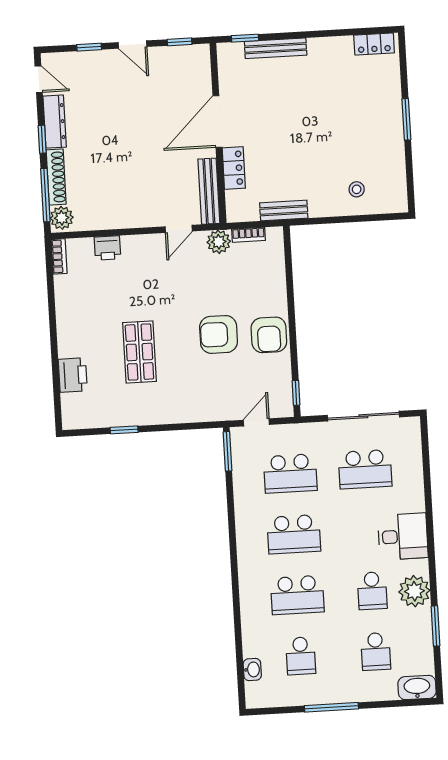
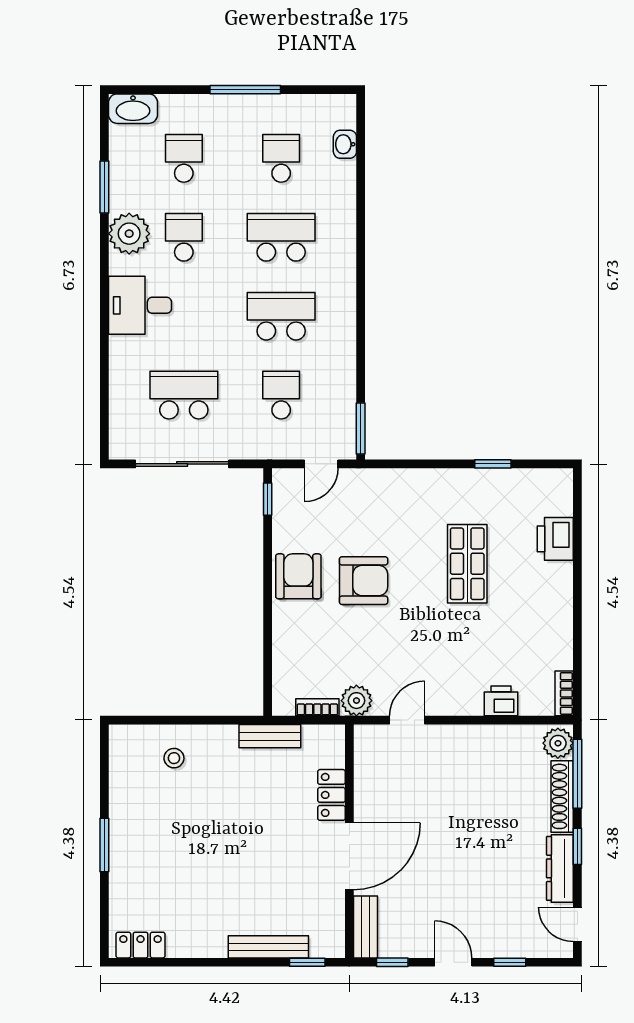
bench: (209, 191) -> (365, 927), moved, width x0.73
school desk: (290, 474) -> (281, 395), width x0.54

